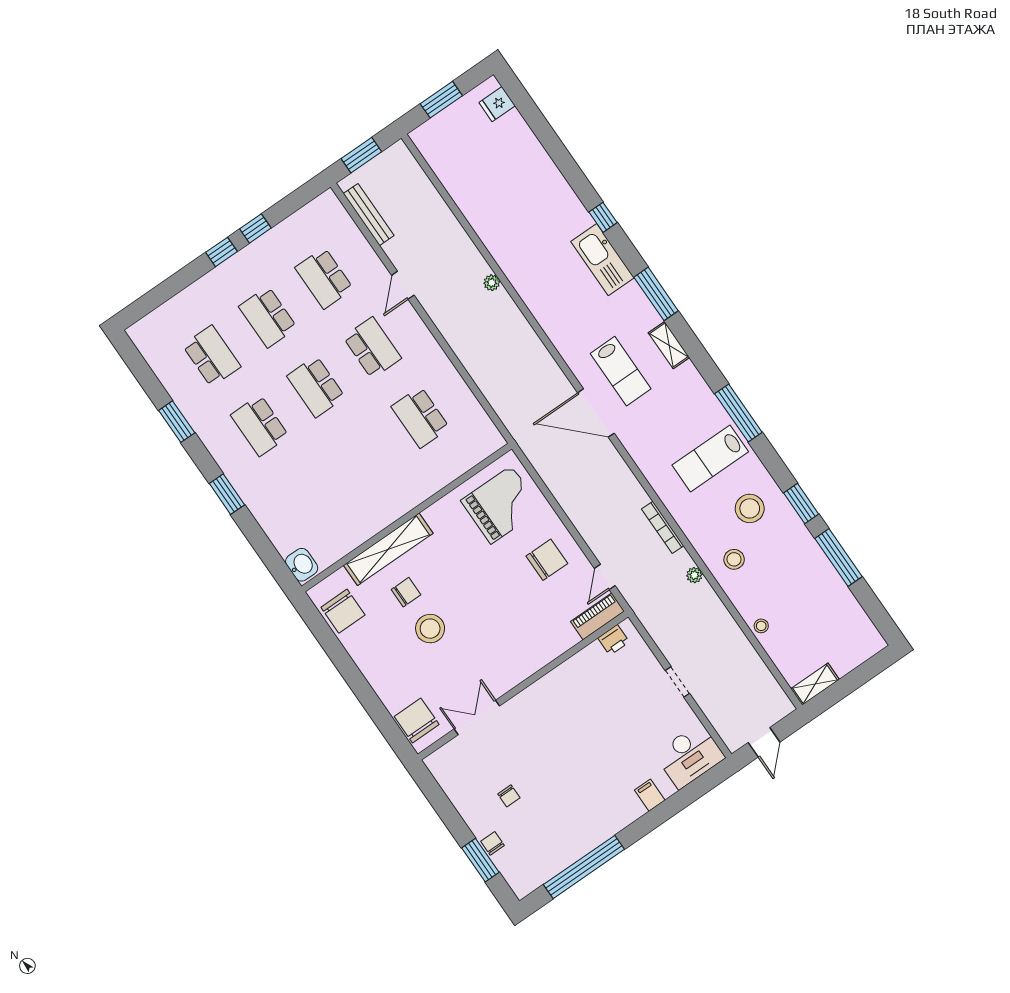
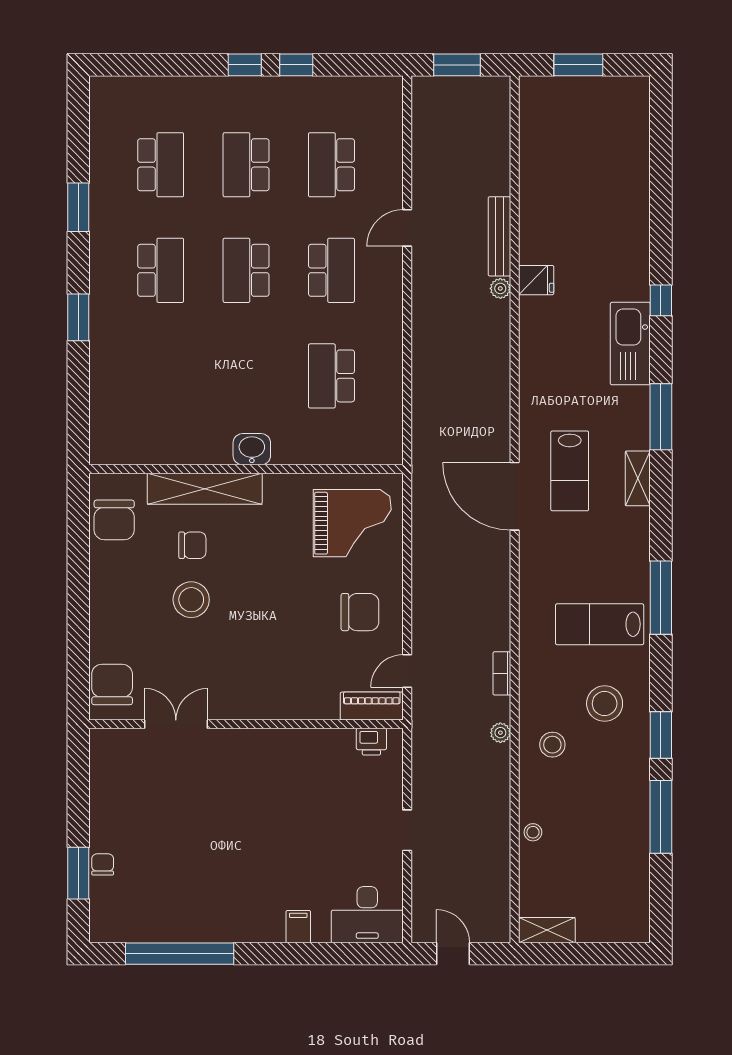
fridge: (497, 104) -> (536, 280), moved, turned 180
bench: (369, 215) -> (499, 236), moved
school desk: (260, 426) -> (161, 270), turned 180
bookcase: (663, 527) -> (502, 673), width x0.64
washbasin: (302, 565) -> (252, 449), moved, turned -90
door: (764, 742) -> (453, 954), swing flipped
chair: (509, 796) -> (153, 827), removed

